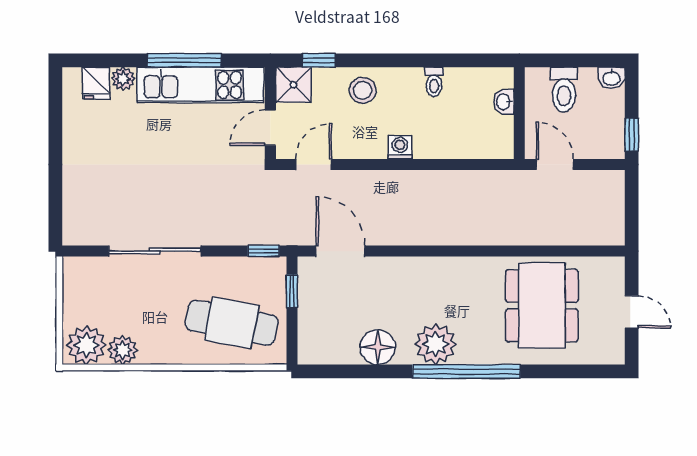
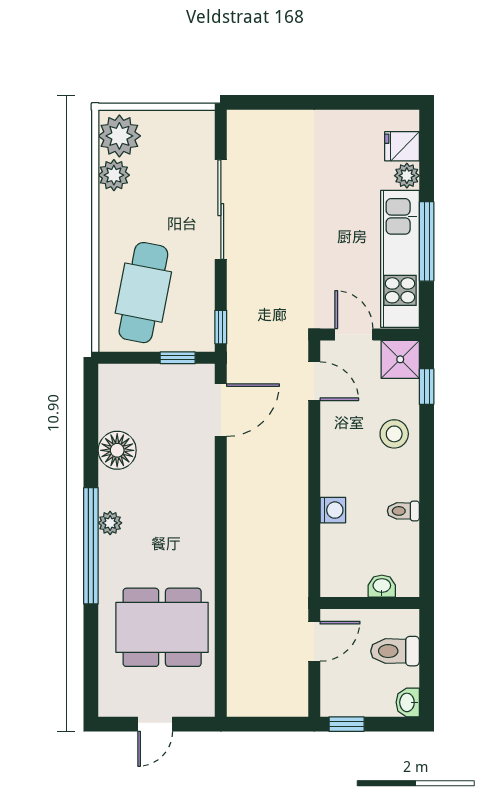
washing machine: (400, 147) -> (333, 510), moved
plant: (436, 344) -> (110, 523), width x0.53, depth x0.53

